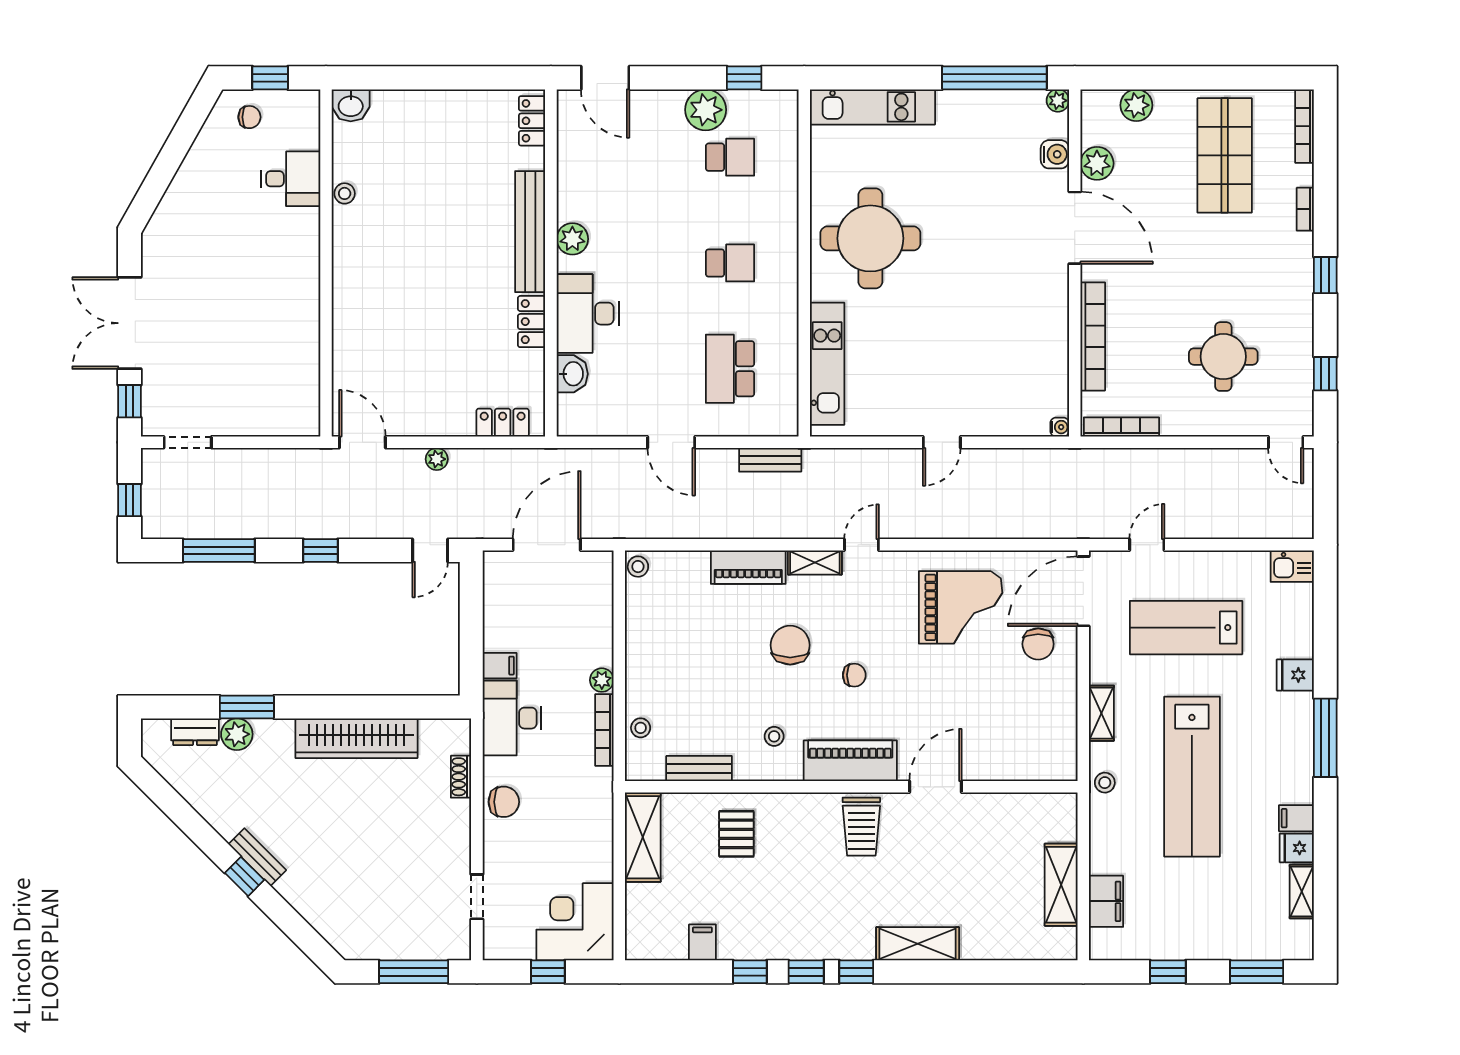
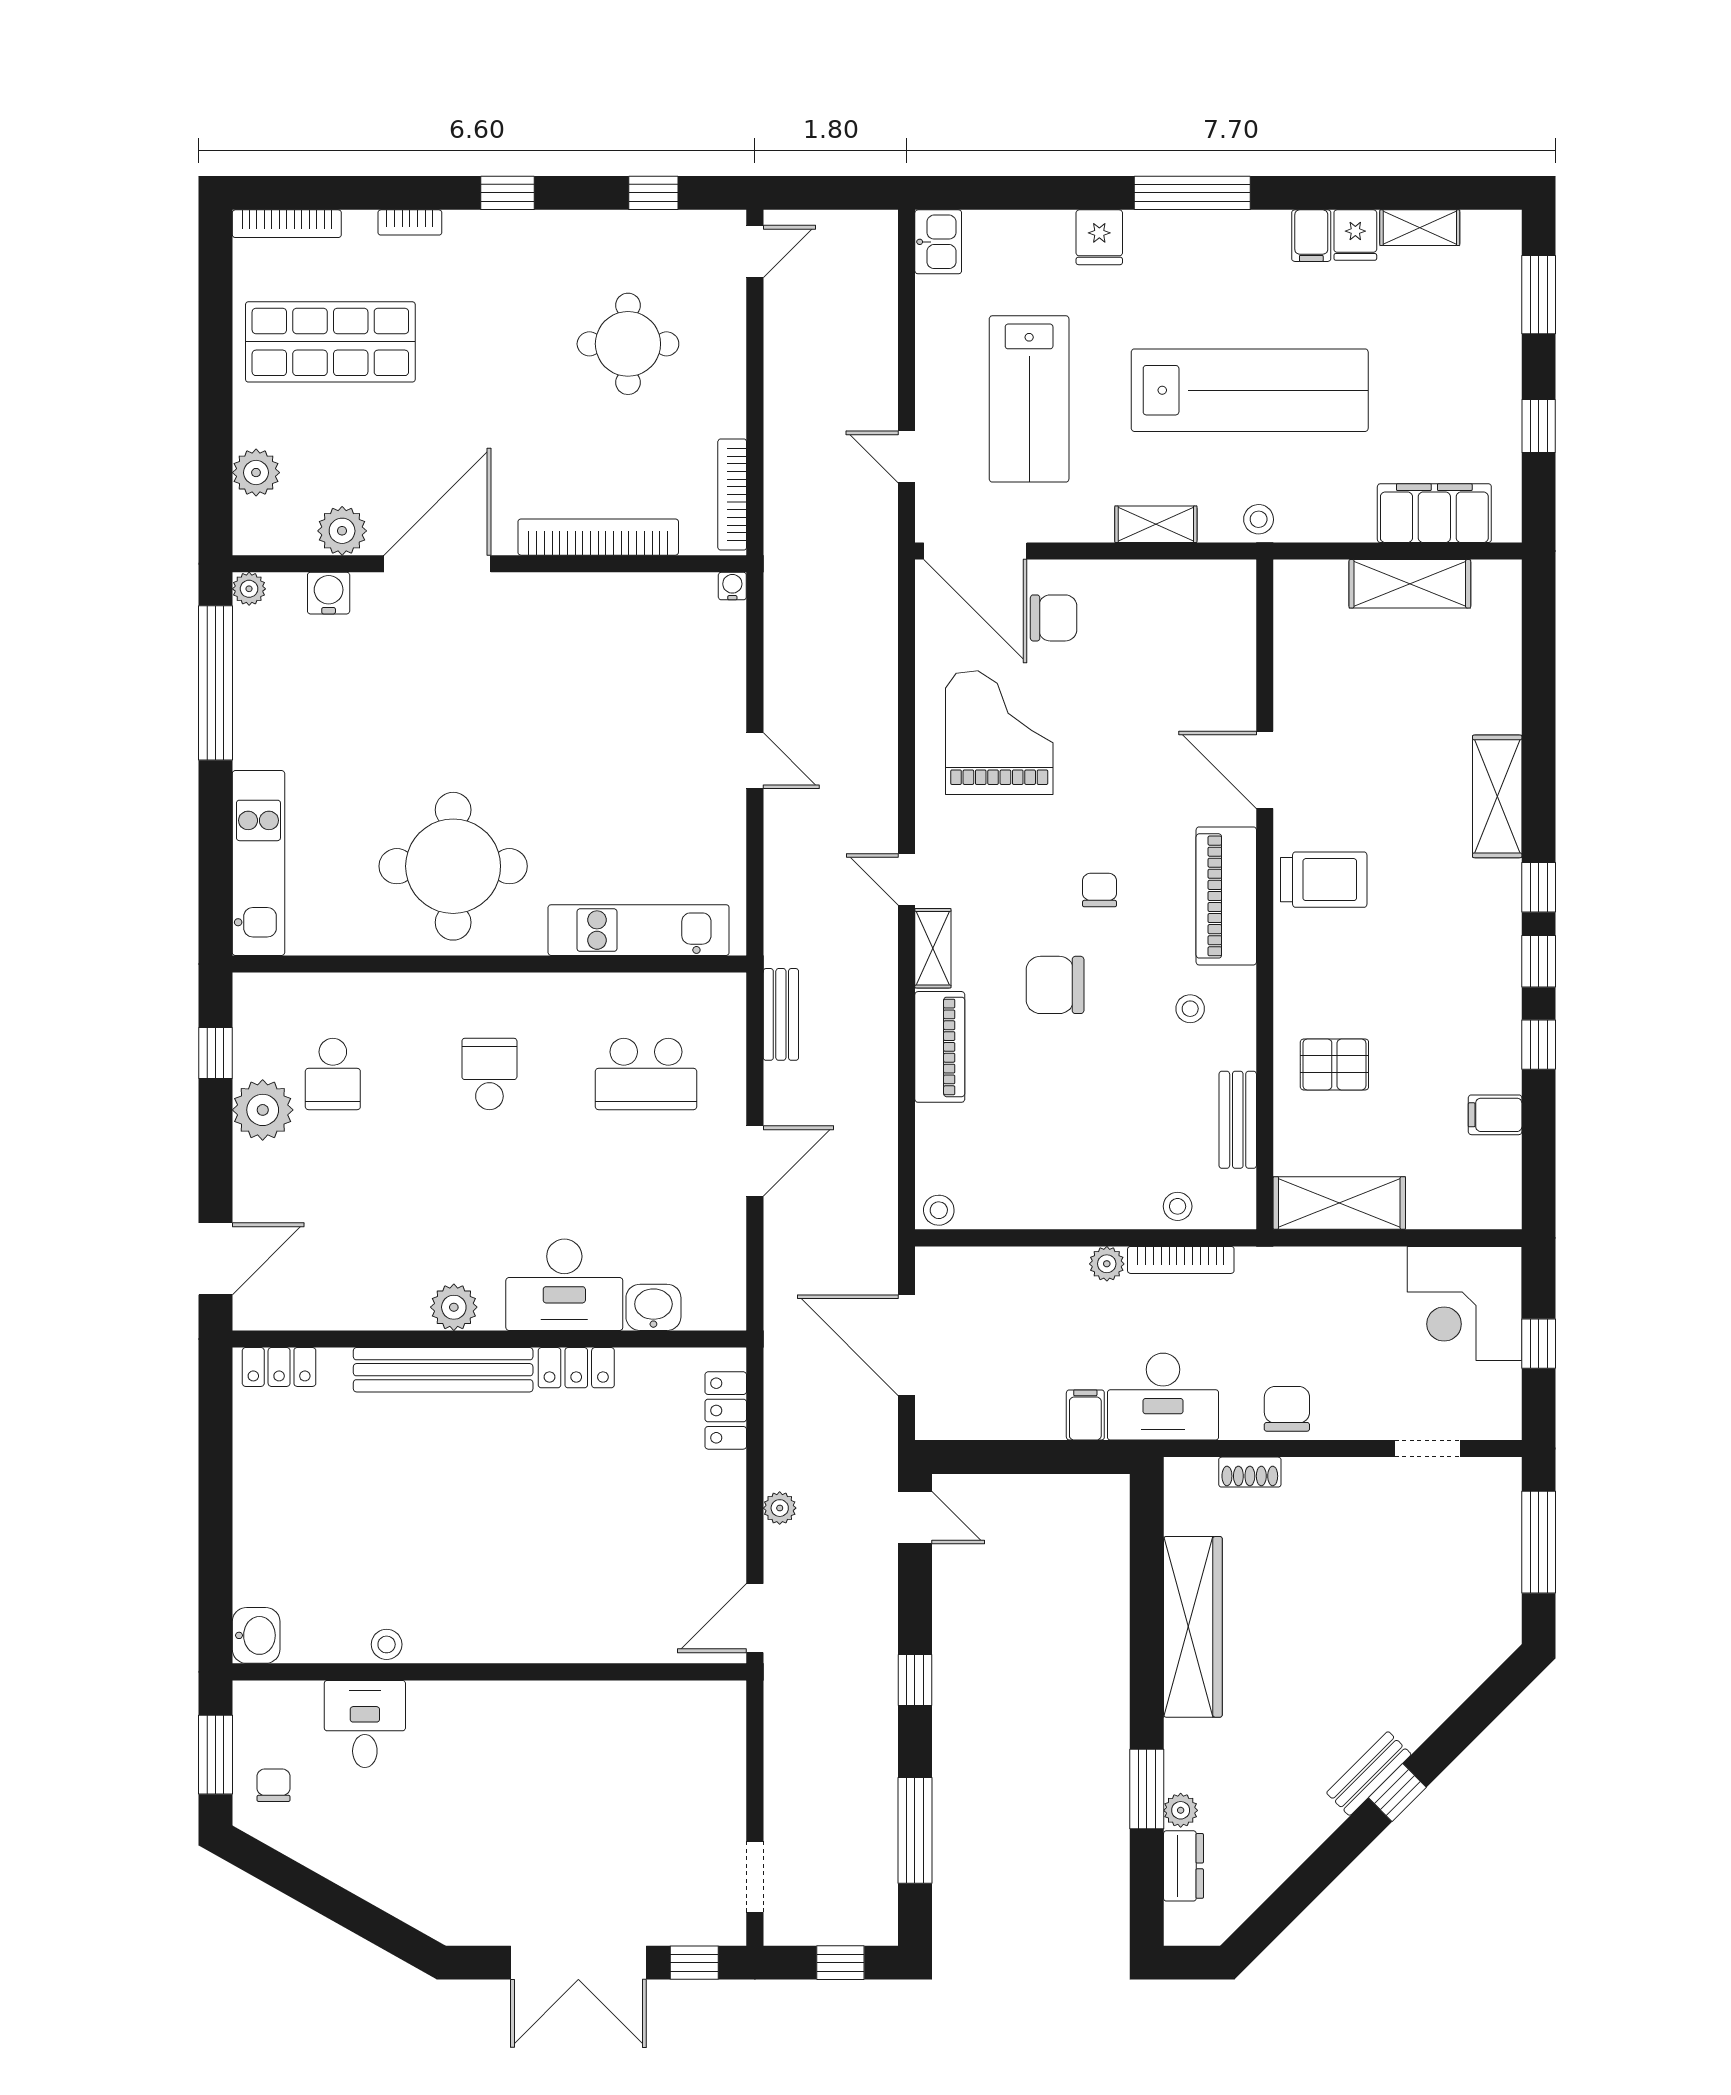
window: (270, 78) -> (216, 1755), width x1.50
school desk: (730, 157) -> (333, 1074), turned 180
plant: (237, 734) -> (1181, 1810), width x0.73, depth x0.73
filing cabinet: (1106, 901) -> (1434, 513), width x1.50, depth x1.17

